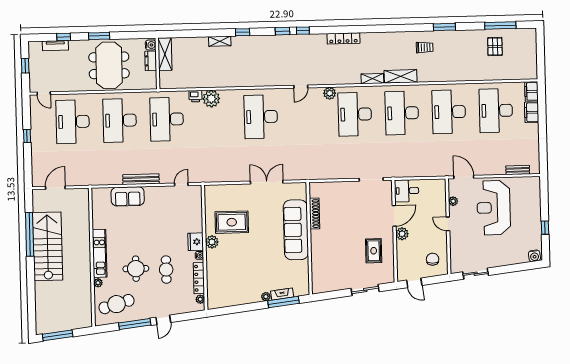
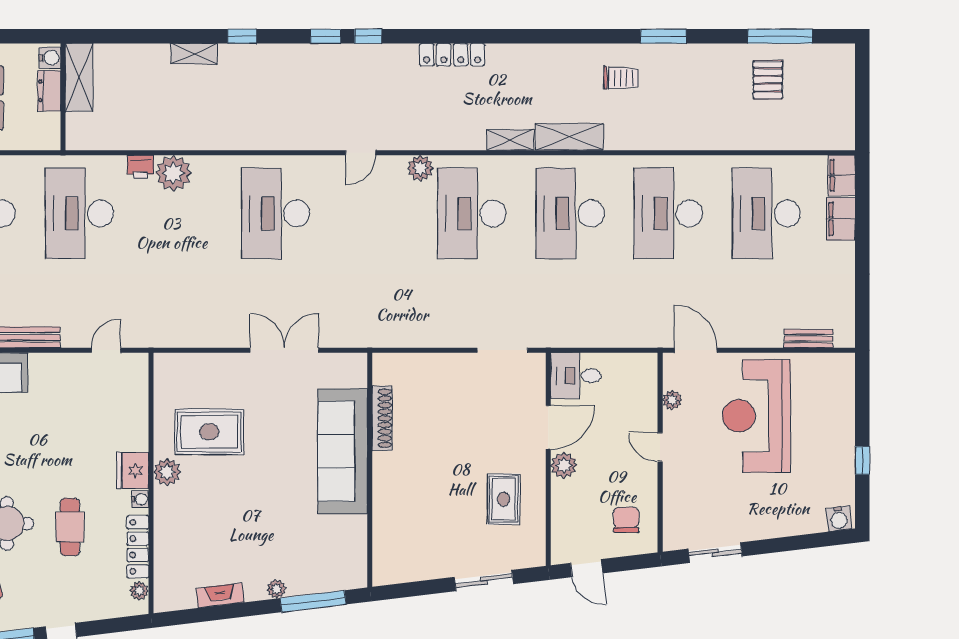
fireplace: (282, 294) -> (220, 595), moved

